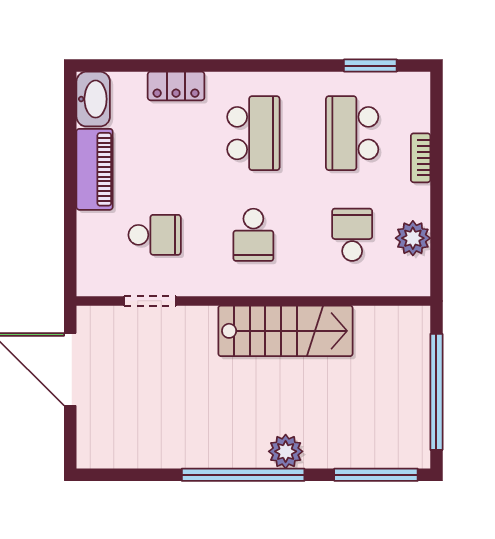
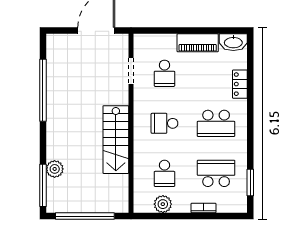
school desk: (352, 235) -> (164, 173), turned 90
plant: (286, 451) -> (55, 169), moved
window: (243, 475) -> (43, 90), moved

